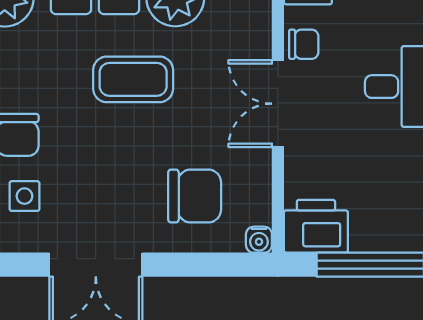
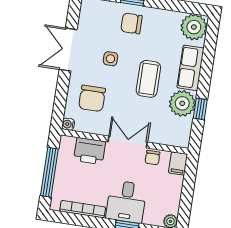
side table: (25, 196) -> (110, 59), moved
printer: (316, 226) -> (90, 151), moved, turned 90

